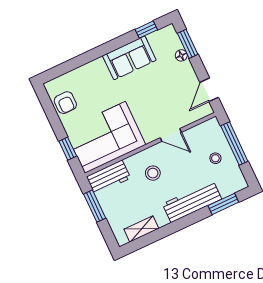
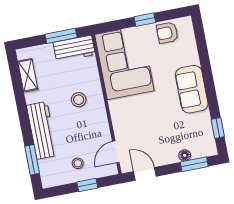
sofa: (129, 58) -> (192, 89), moved
door: (171, 135) -> (116, 152), moved
window: (234, 144) -> (87, 185), width x0.46
window: (68, 149) -> (145, 20), moved
workbench: (108, 177) -> (74, 49), moved, turned -90

